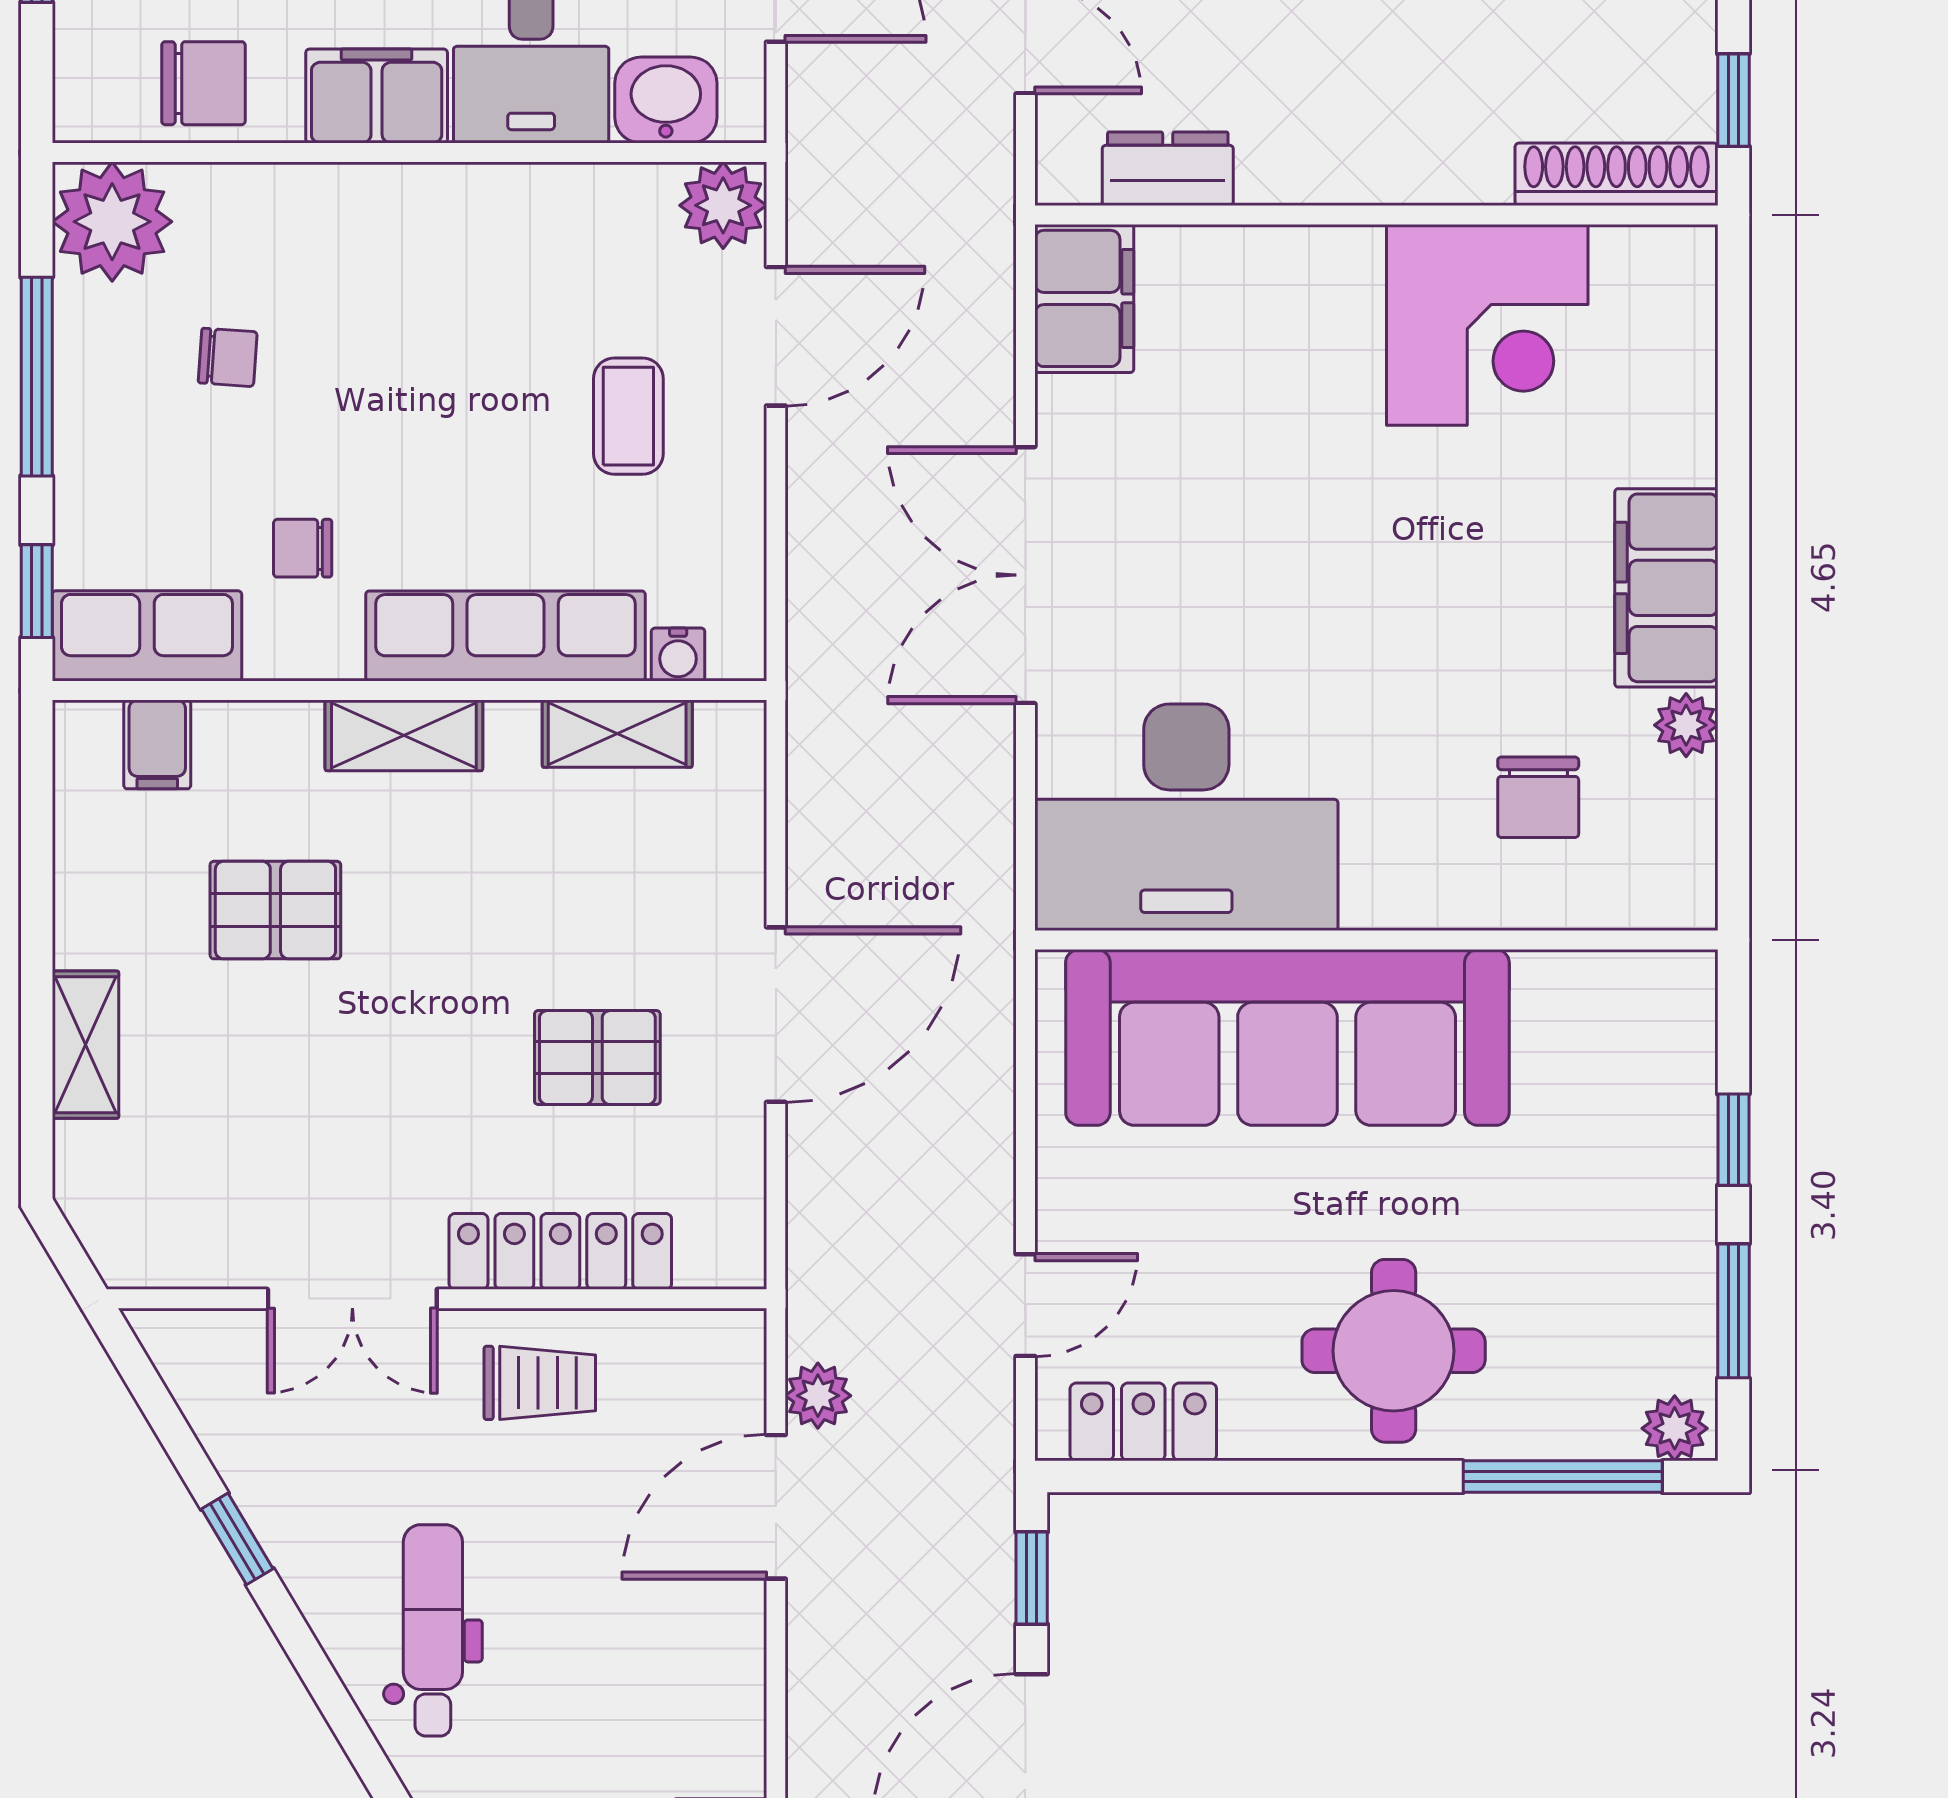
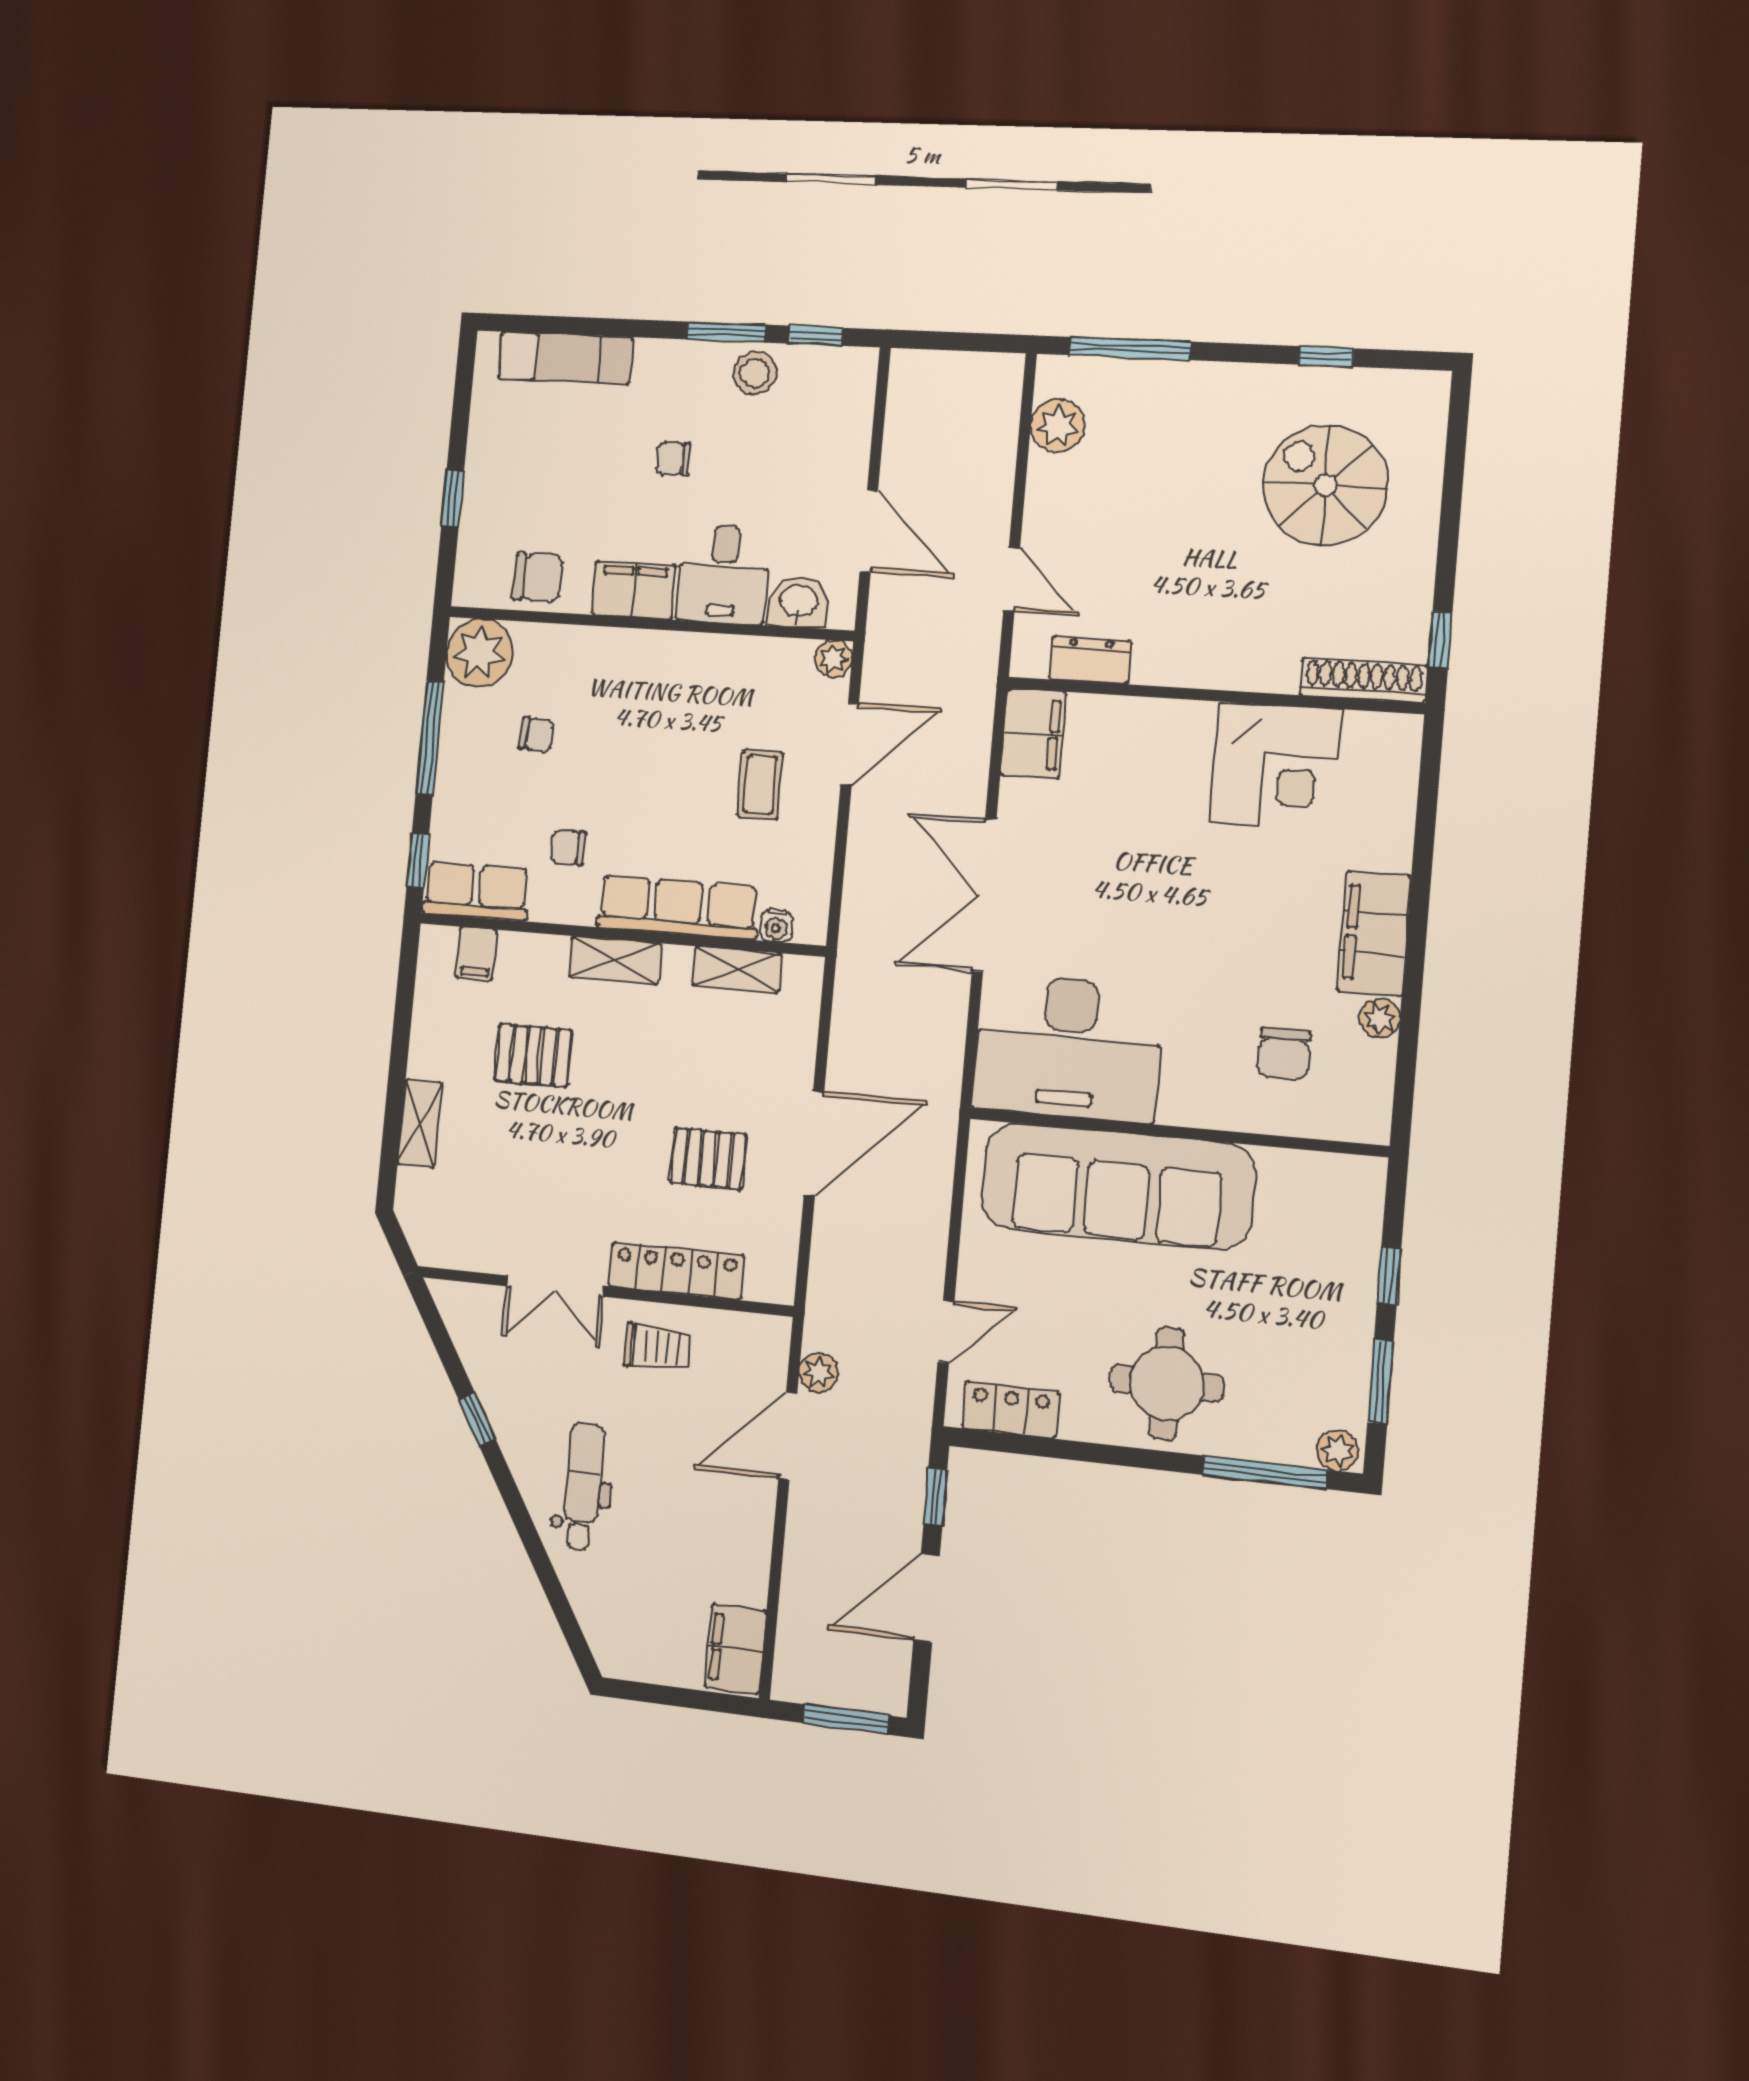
plant: (723, 205) -> (834, 659), width x0.73, depth x0.73

